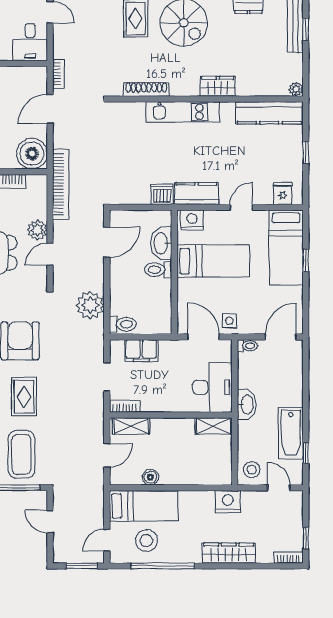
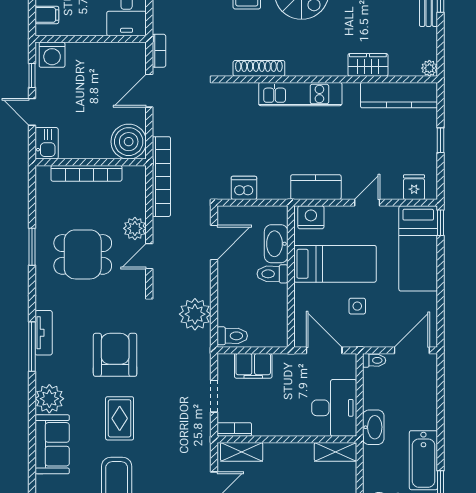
wardrobe: (218, 86) -> (368, 65), moved
dishwasher: (162, 194) -> (244, 188), moved
window: (306, 260) -> (440, 223), moved
side table: (229, 321) -> (357, 306), moved

